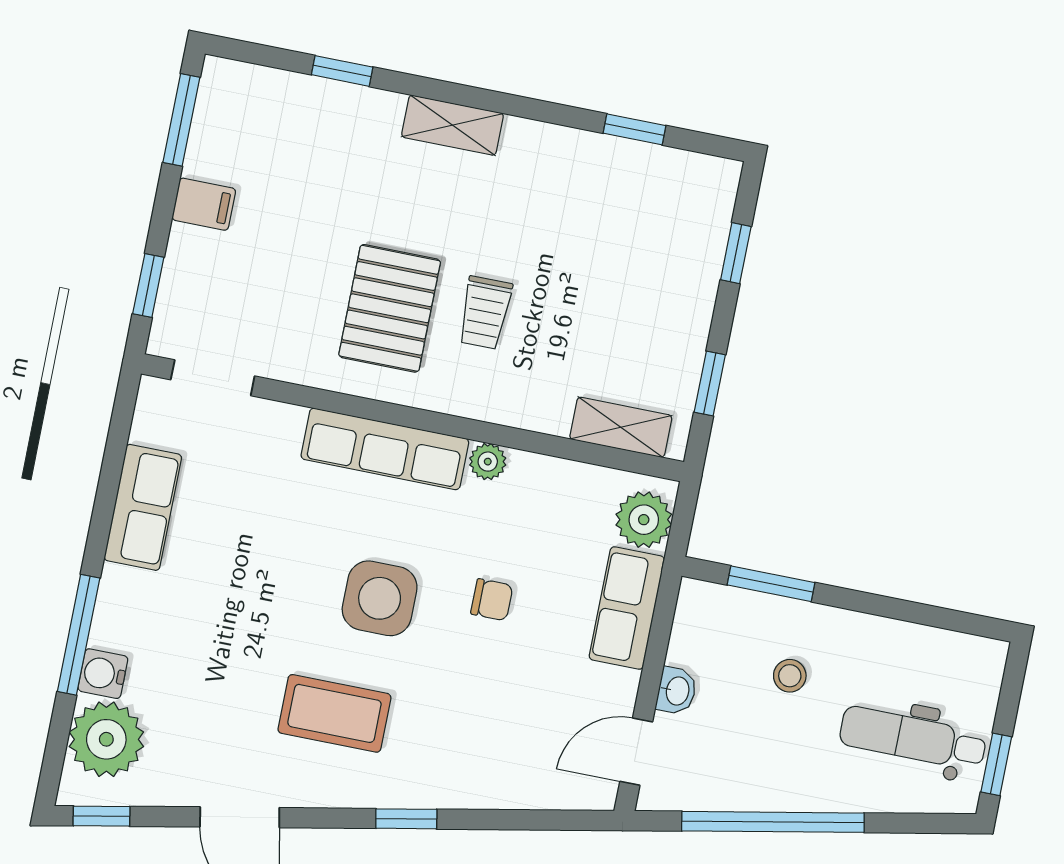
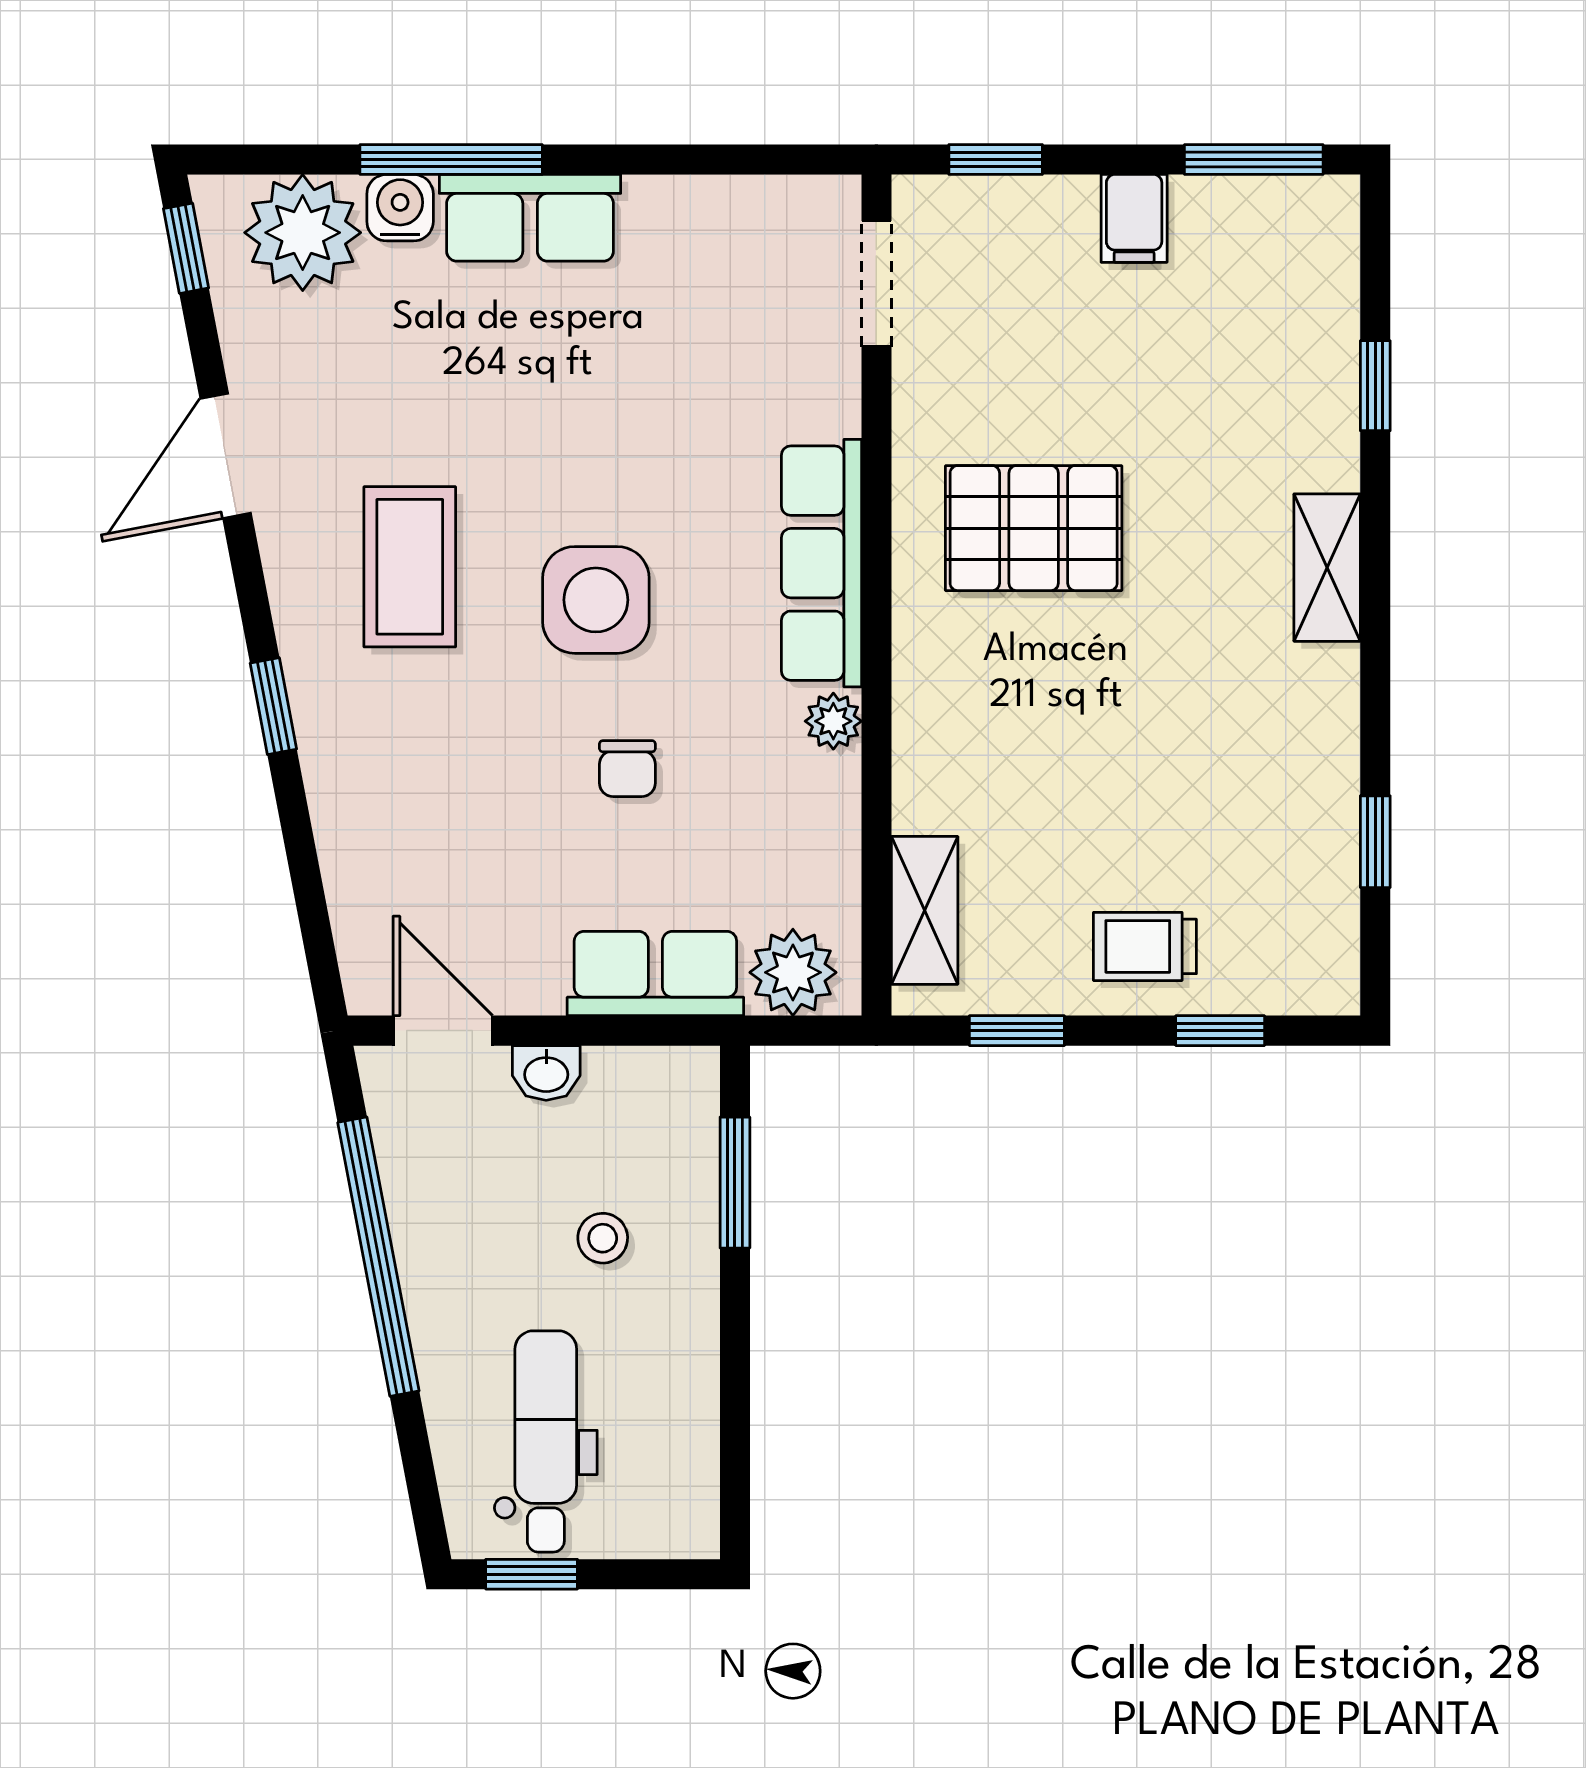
trolley: (485, 313) -> (1145, 946), moved
row of seats: (143, 507) -> (530, 218), moved

